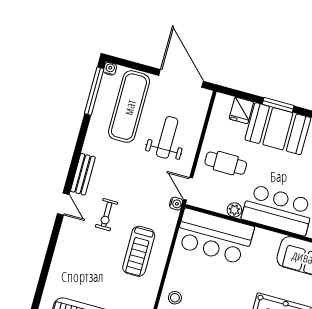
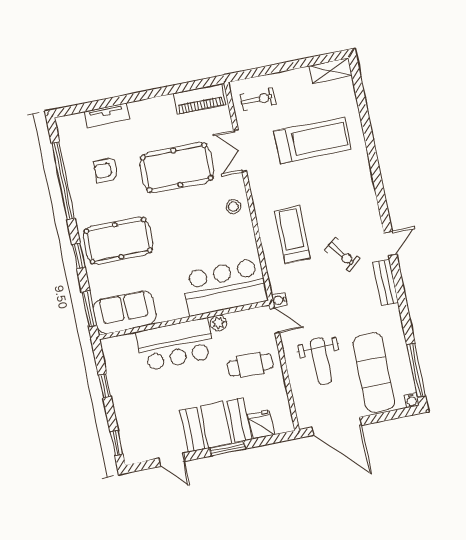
door: (63, 204) -> (390, 244), swing flipped
exercise bike: (107, 215) -> (342, 255), turned 142

